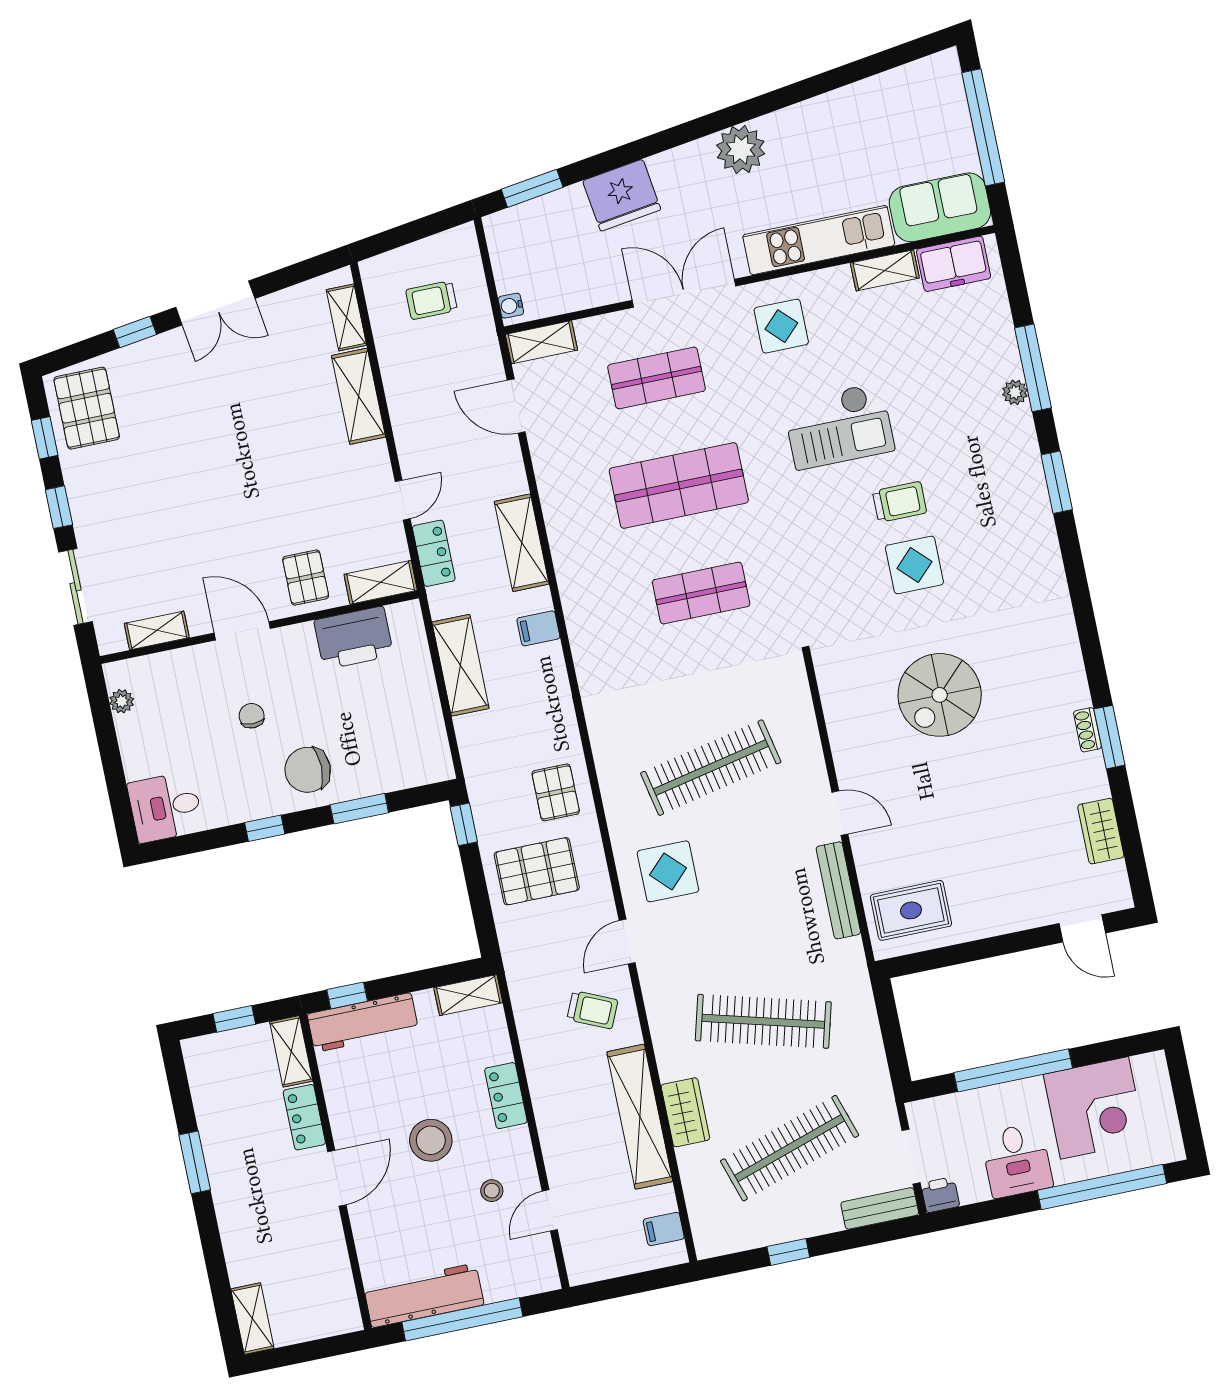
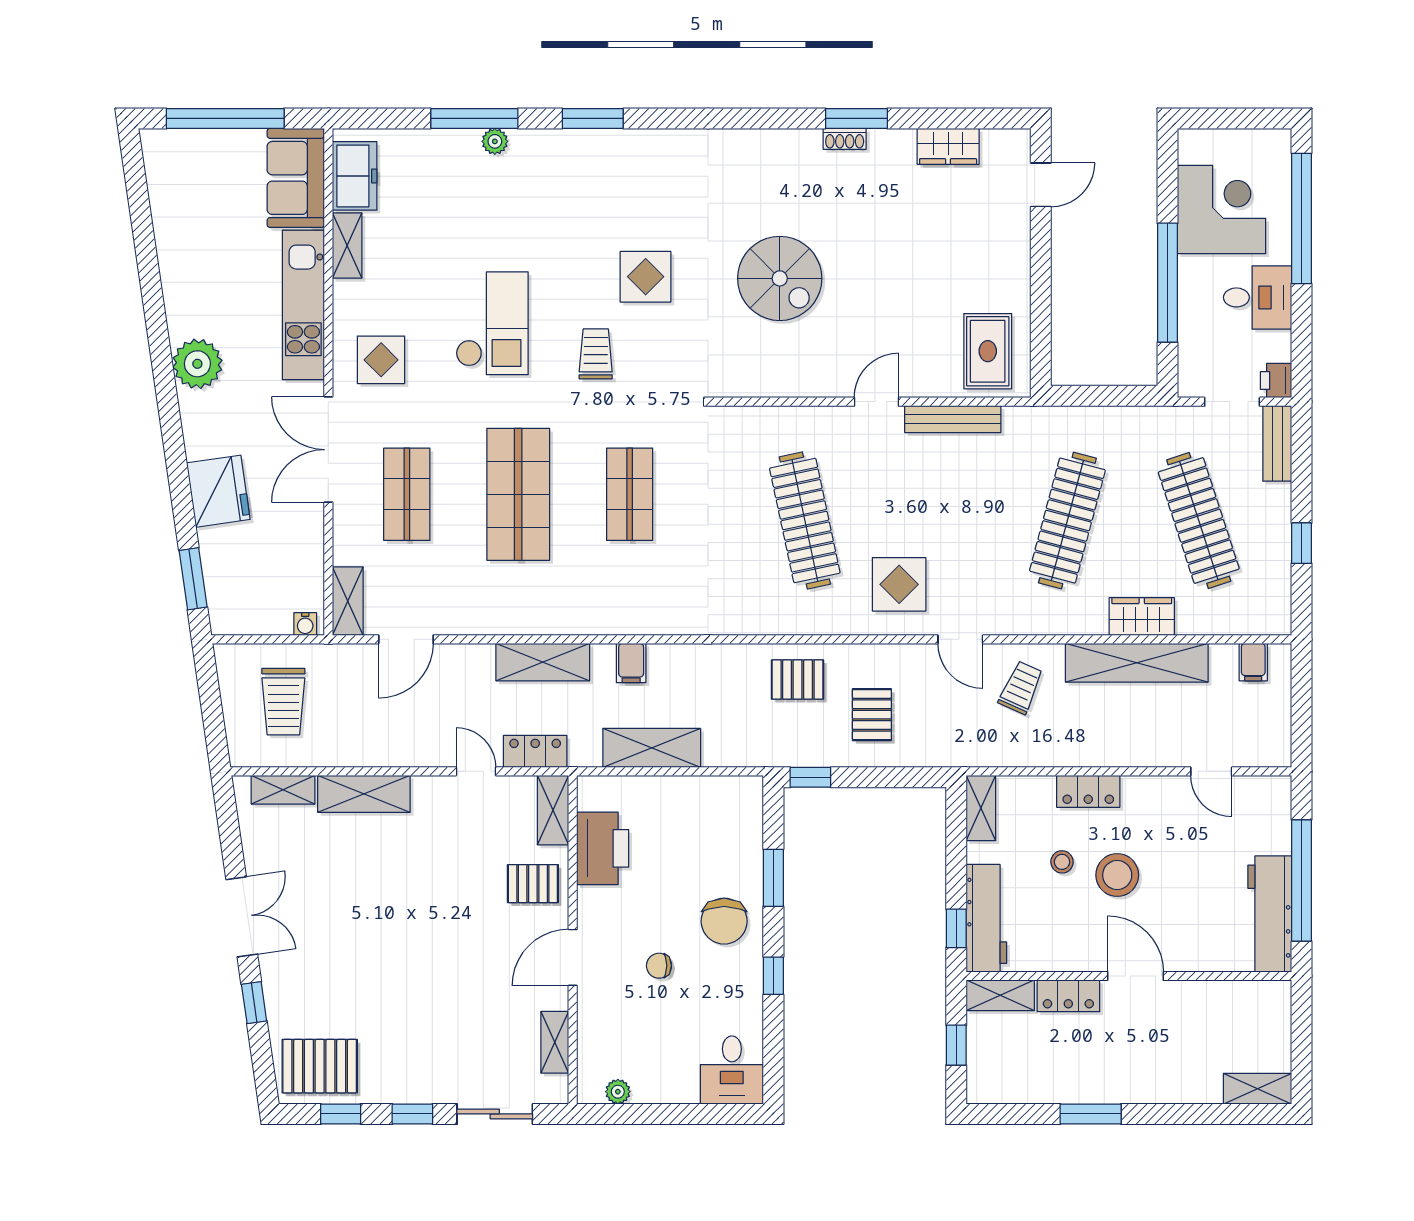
trolley: (431, 300) -> (283, 702), width x1.36, depth x1.39
trolley: (900, 502) -> (596, 354), moved
pallet: (537, 871) -> (872, 715), width x0.67, depth x0.71
stool: (492, 1191) -> (1062, 862), moved

